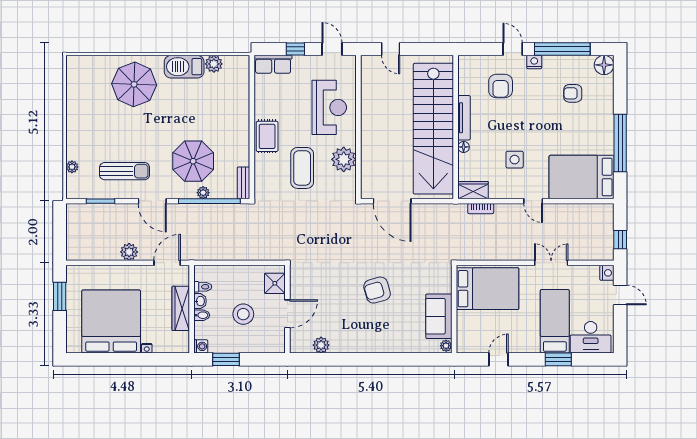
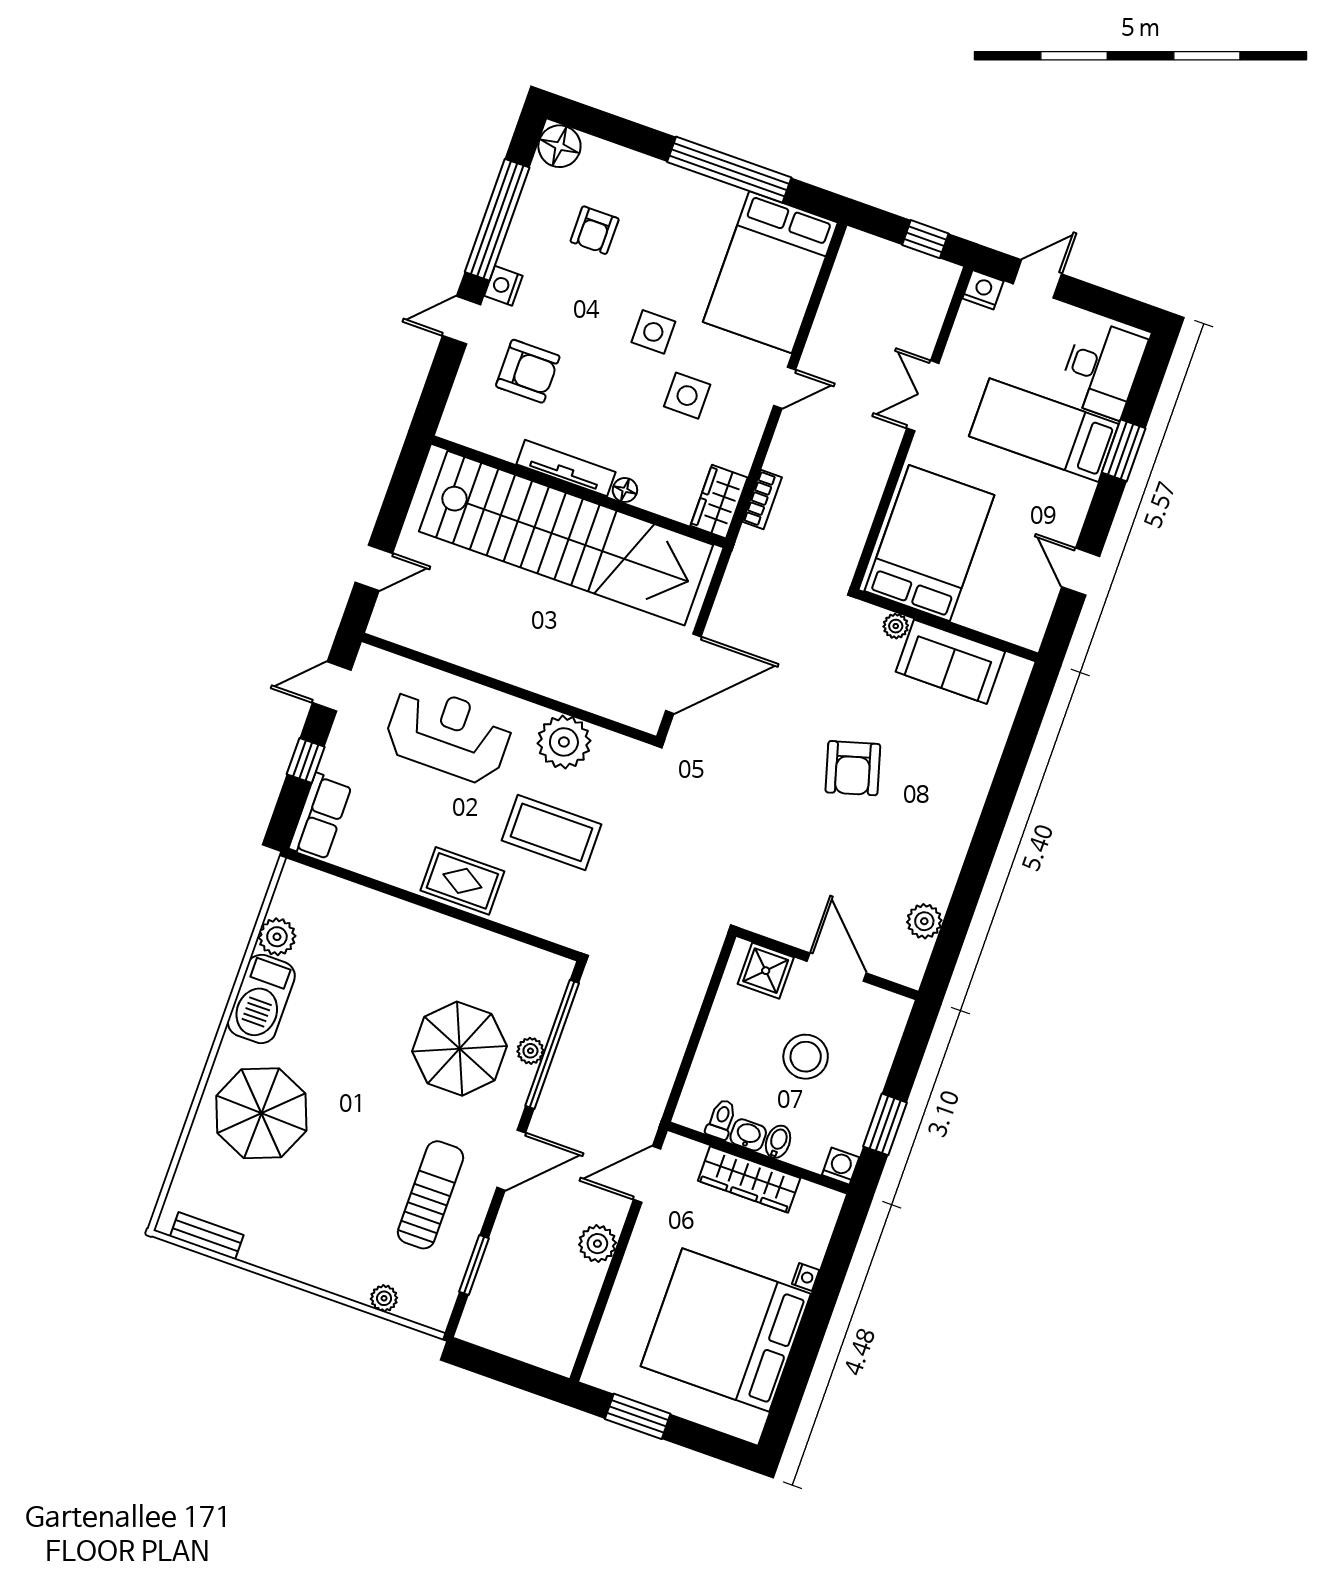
side table: (537, 135) -> (653, 332), added
bench: (243, 183) -> (207, 1236), moved
door: (167, 263) -> (647, 1174), hinge flipped
plant: (446, 346) -> (896, 626), moved

